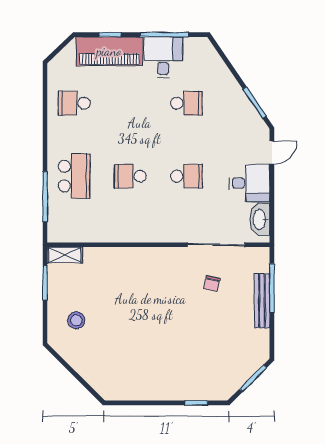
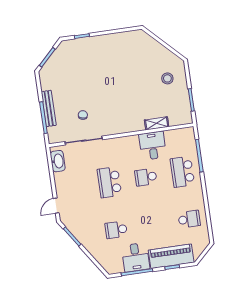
school desk: (130, 176) -> (146, 177), turned 180
school desk: (187, 176) -> (109, 182), width x1.85
desk: (249, 183) -> (153, 146), moved, turned 90
shelving: (65, 255) -> (157, 123), moved

